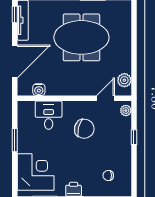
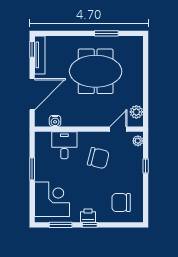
chair: (108, 175) -> (121, 203), width x1.87, depth x1.87

